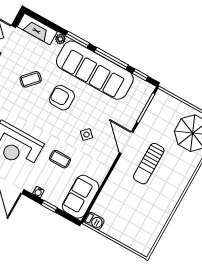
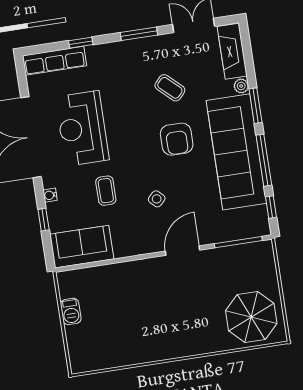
armchair: (62, 98) -> (177, 139), turned 180
sun lounger: (149, 164) -> (179, 294), removed
barbecue: (94, 221) -> (71, 311), moved

